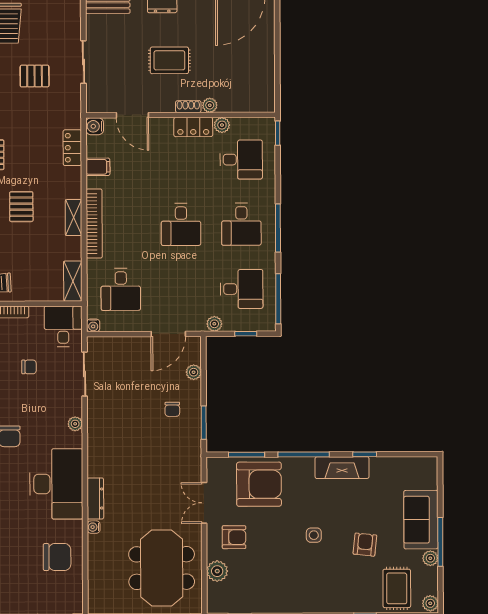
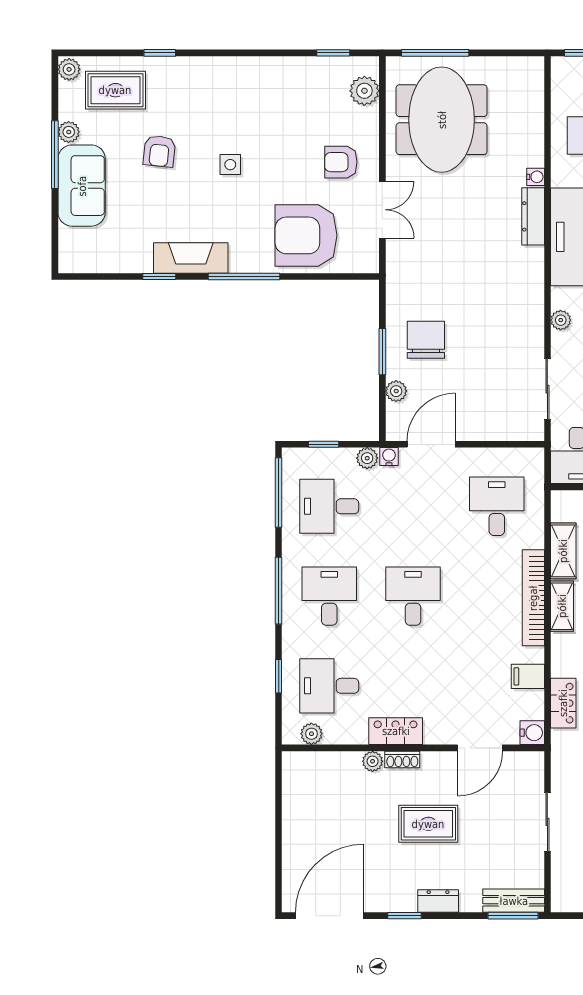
door: (132, 115) -> (480, 748), swing flipped
plant: (222, 125) -> (311, 734), moved
window: (278, 133) -> (279, 676), moved
shelving: (73, 281) -> (563, 551), moved
water cooler: (93, 325) -> (389, 457), moved
chair: (172, 409) -> (426, 340), width x1.87, depth x1.87
window: (204, 423) -> (382, 352), moved
window: (247, 455) -> (323, 277), removed
plant: (217, 571) -> (364, 91), moved
rug: (397, 588) -> (115, 90), turned 90

